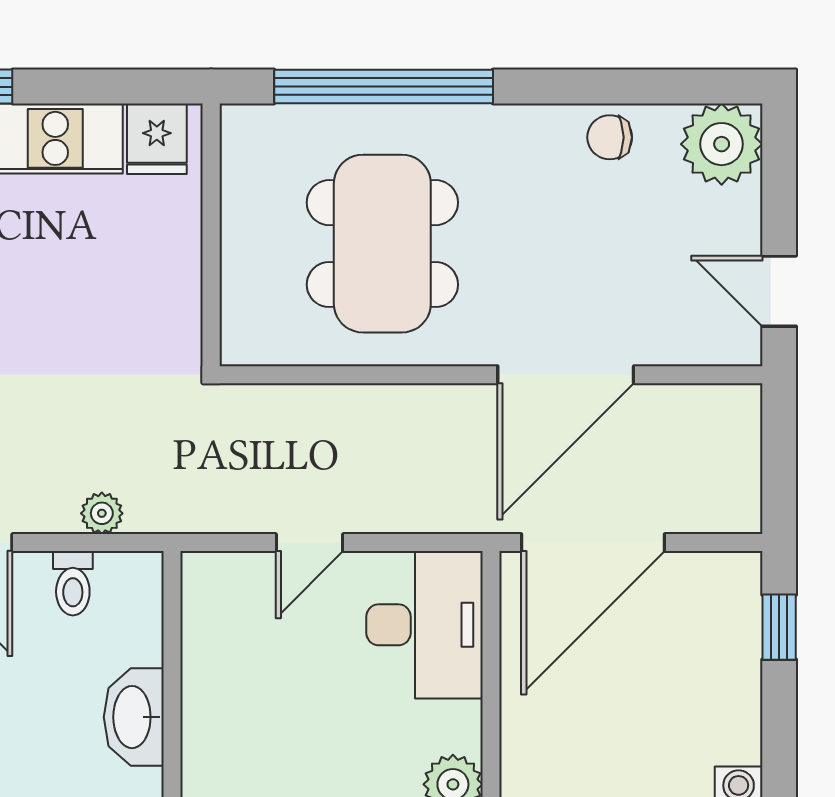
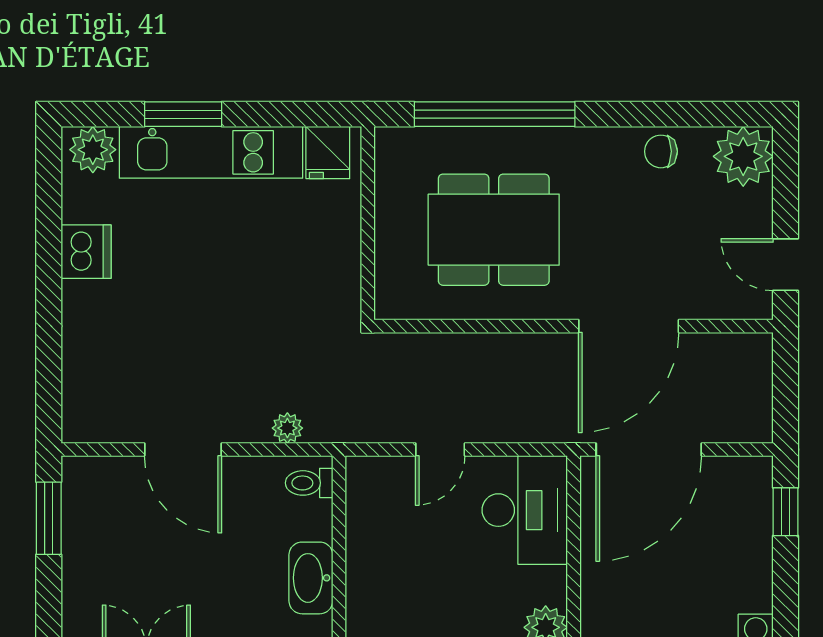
dining table: (382, 244) -> (494, 230), turned 90
toilet: (73, 583) -> (309, 483), moved, turned 90

